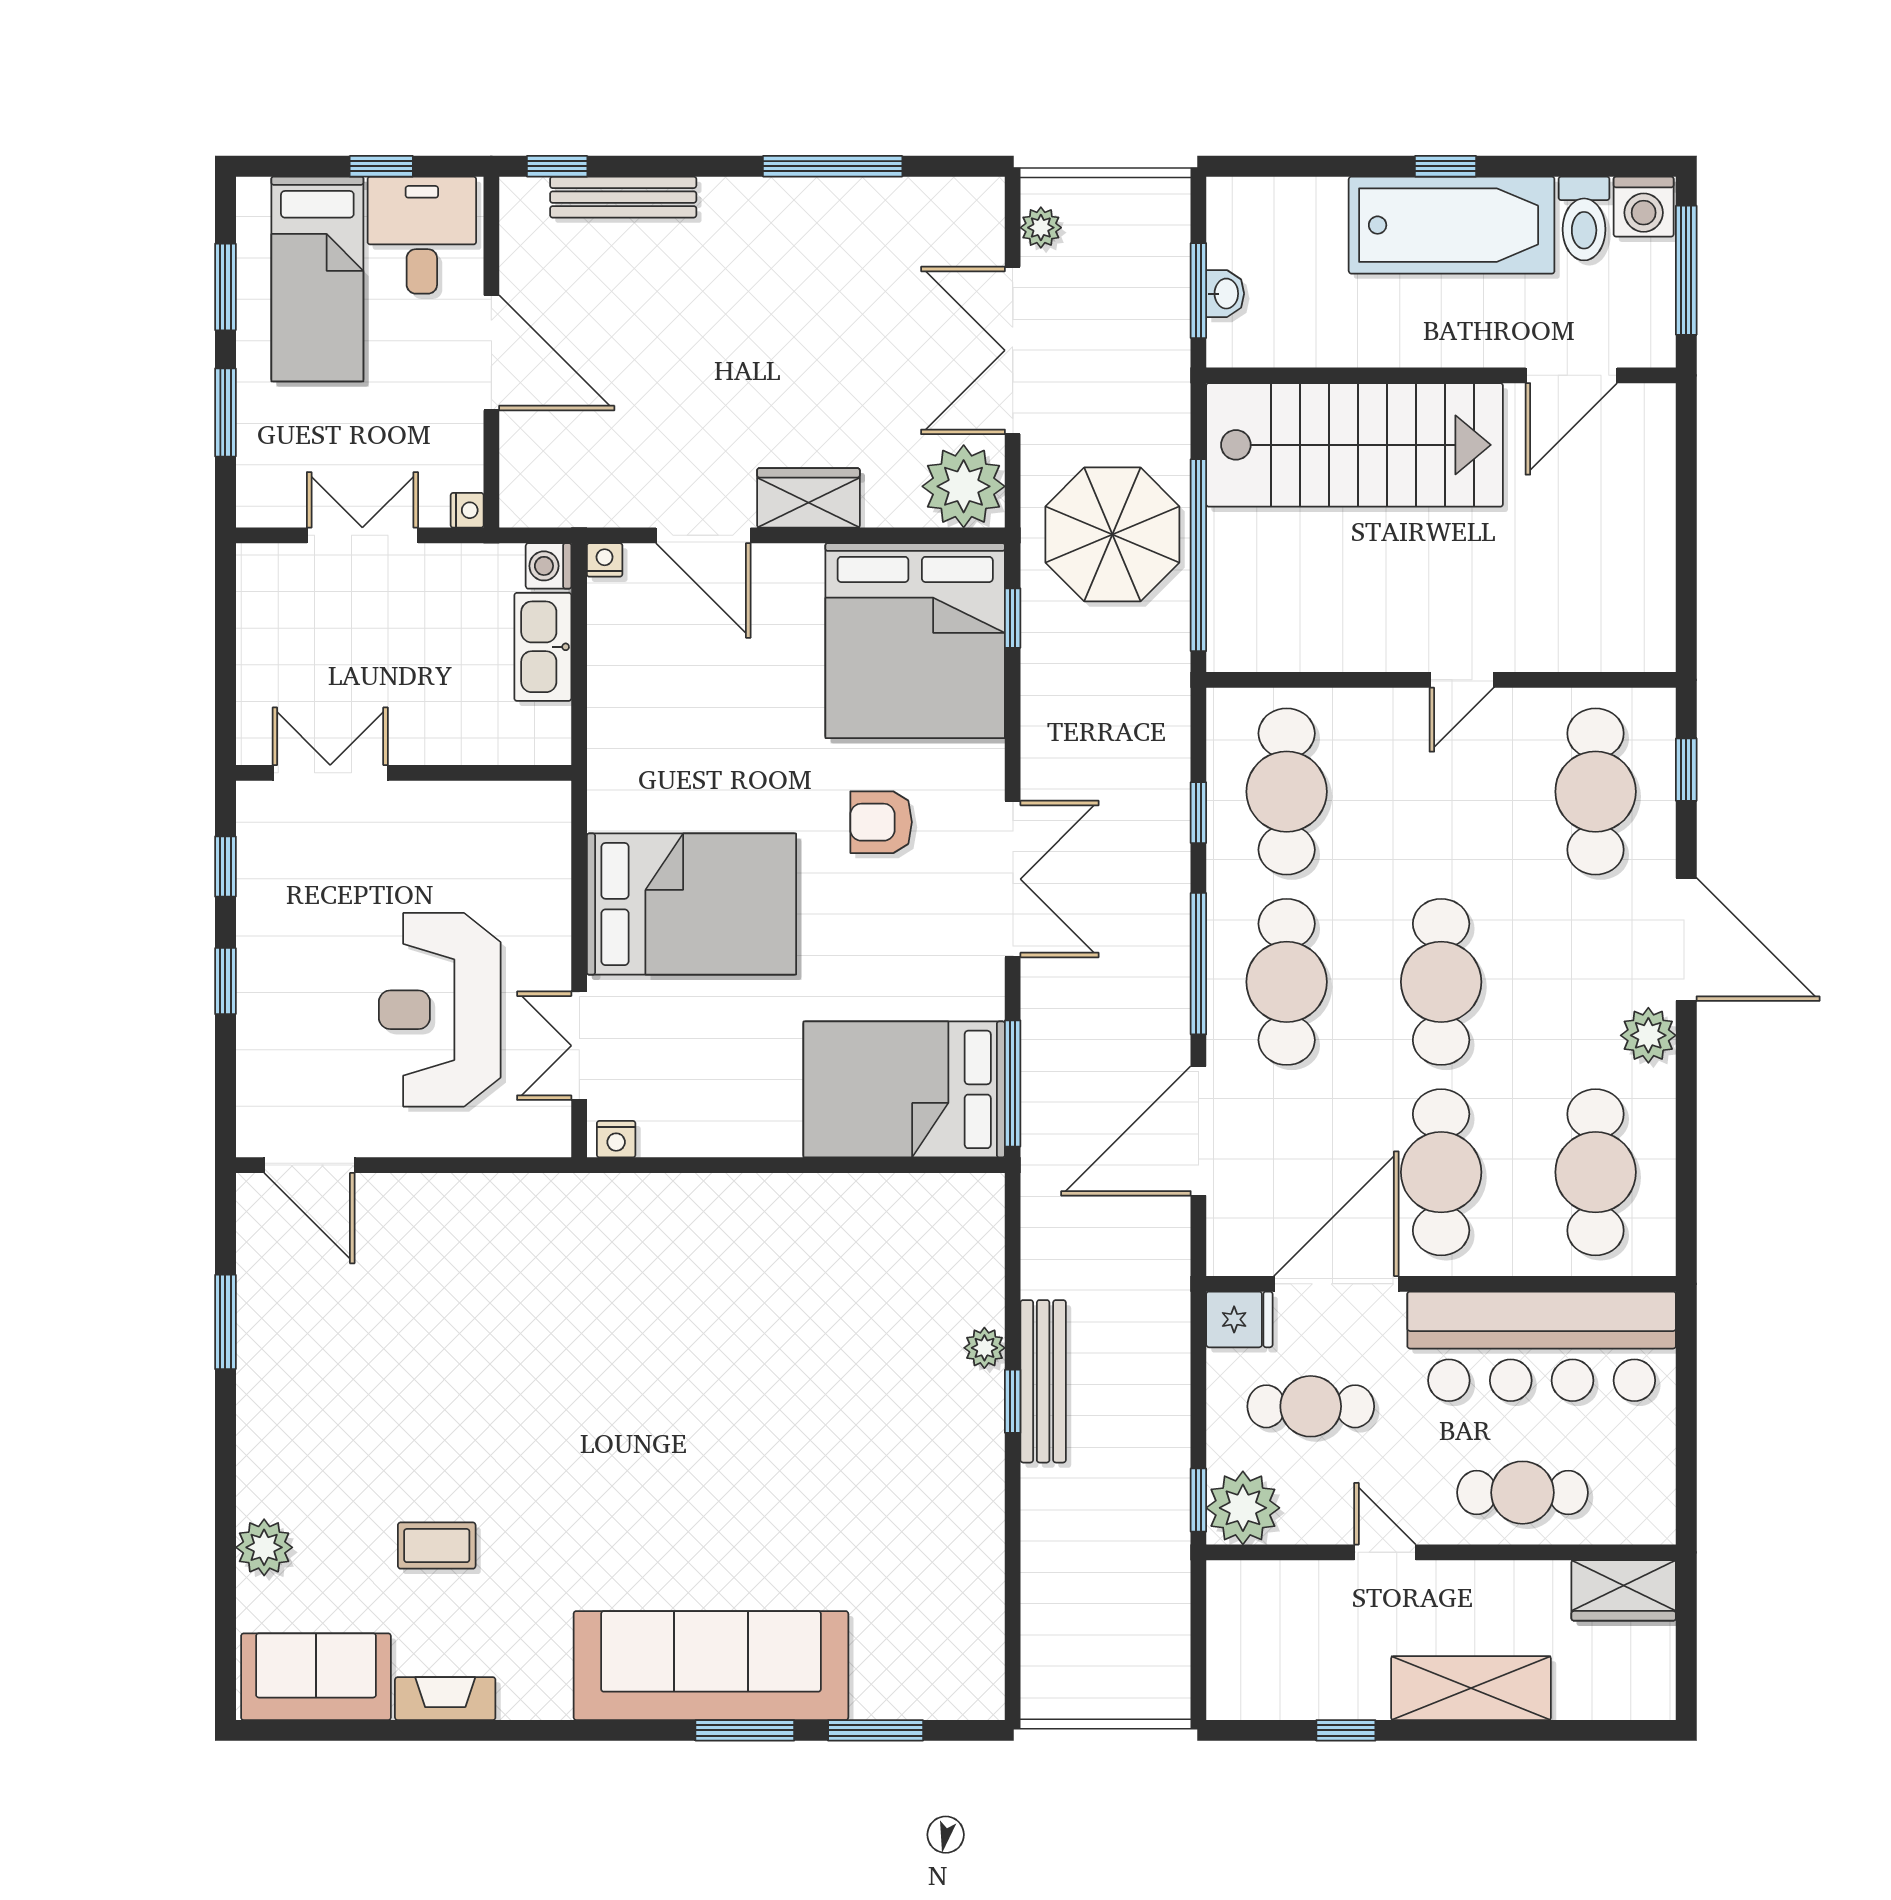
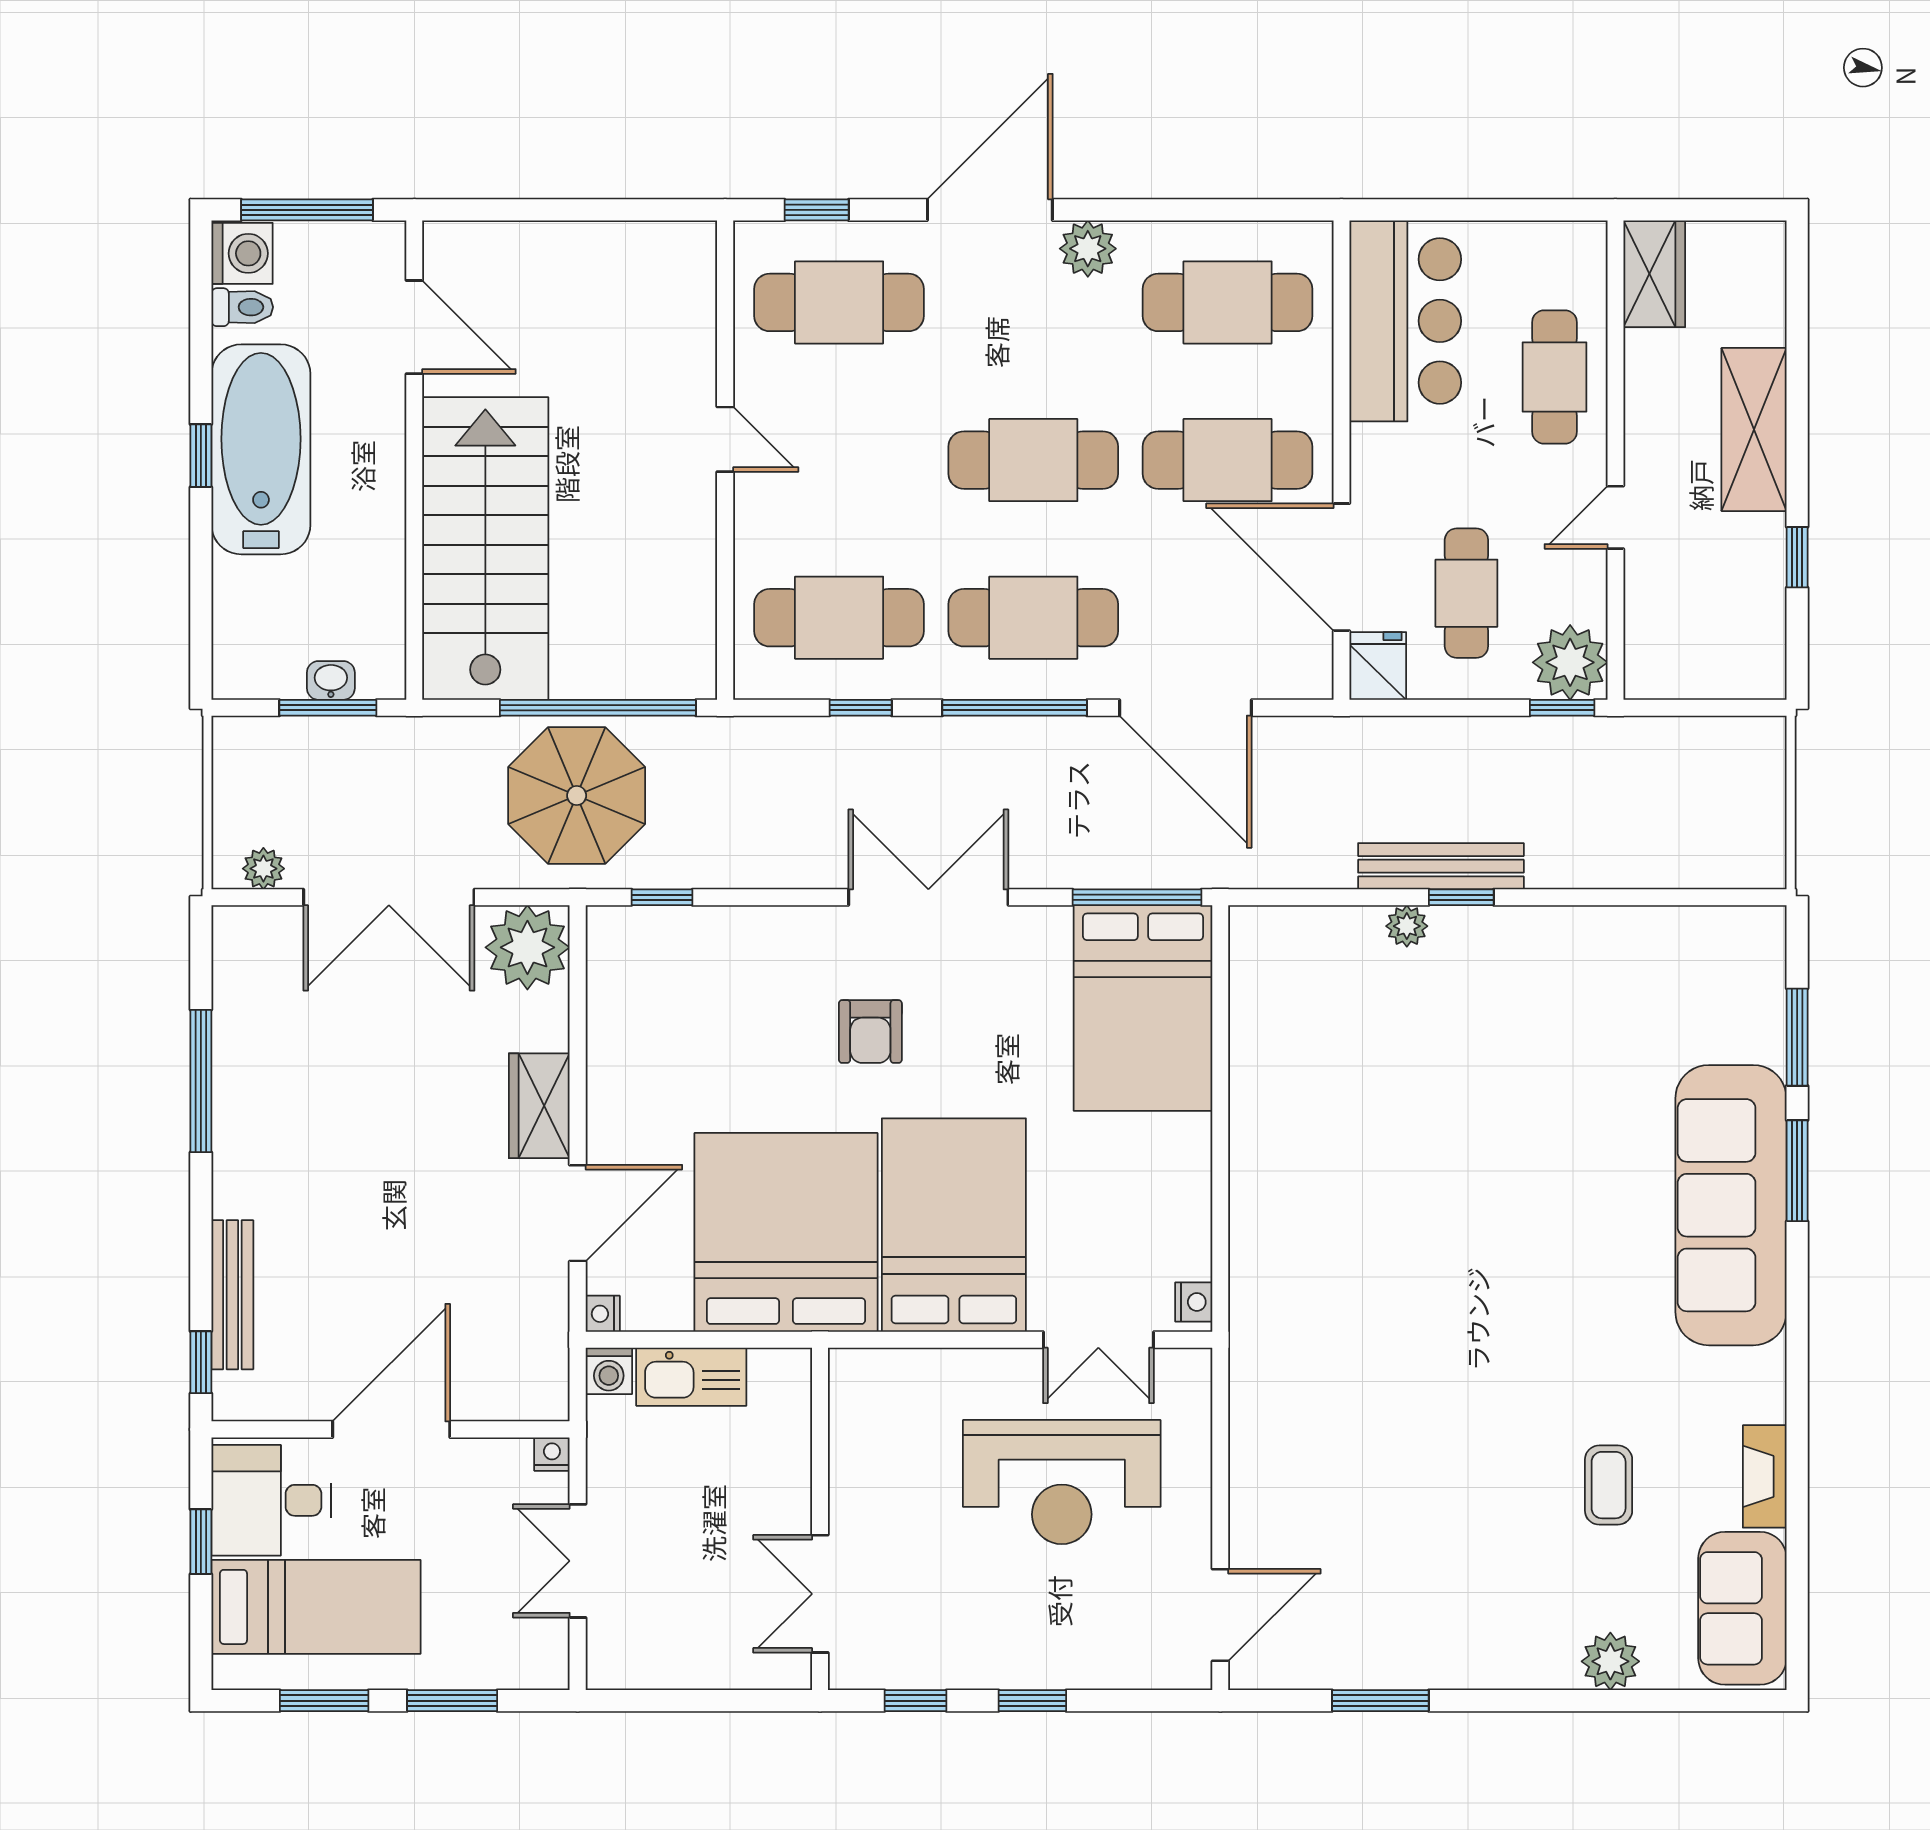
toilet: (1584, 219) -> (242, 307), width x0.73, depth x0.72
bed: (915, 641) -> (786, 1232), moved, turned -90
bar counter: (1542, 1346) -> (1405, 321), width x0.73

